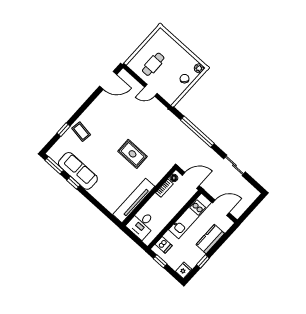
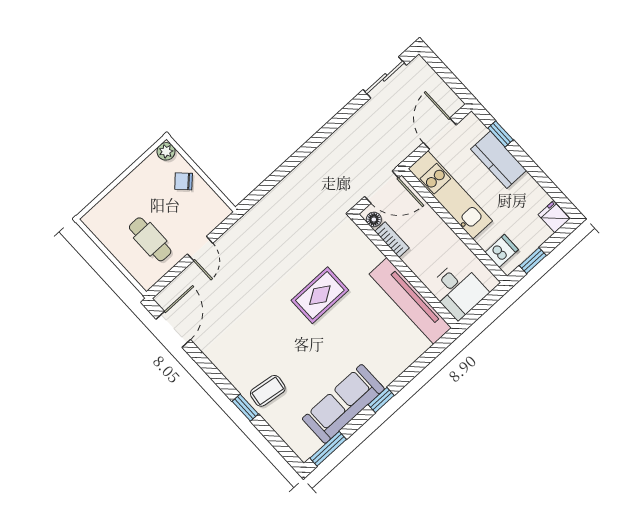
window: (64, 130) -> (245, 408), moved
window: (197, 132) -> (288, 166), removed
sliding door: (234, 165) -> (385, 77), moved
door: (191, 180) -> (382, 187), swing flipped
window: (73, 183) -> (381, 400), moved
window: (203, 262) -> (500, 134), moved

